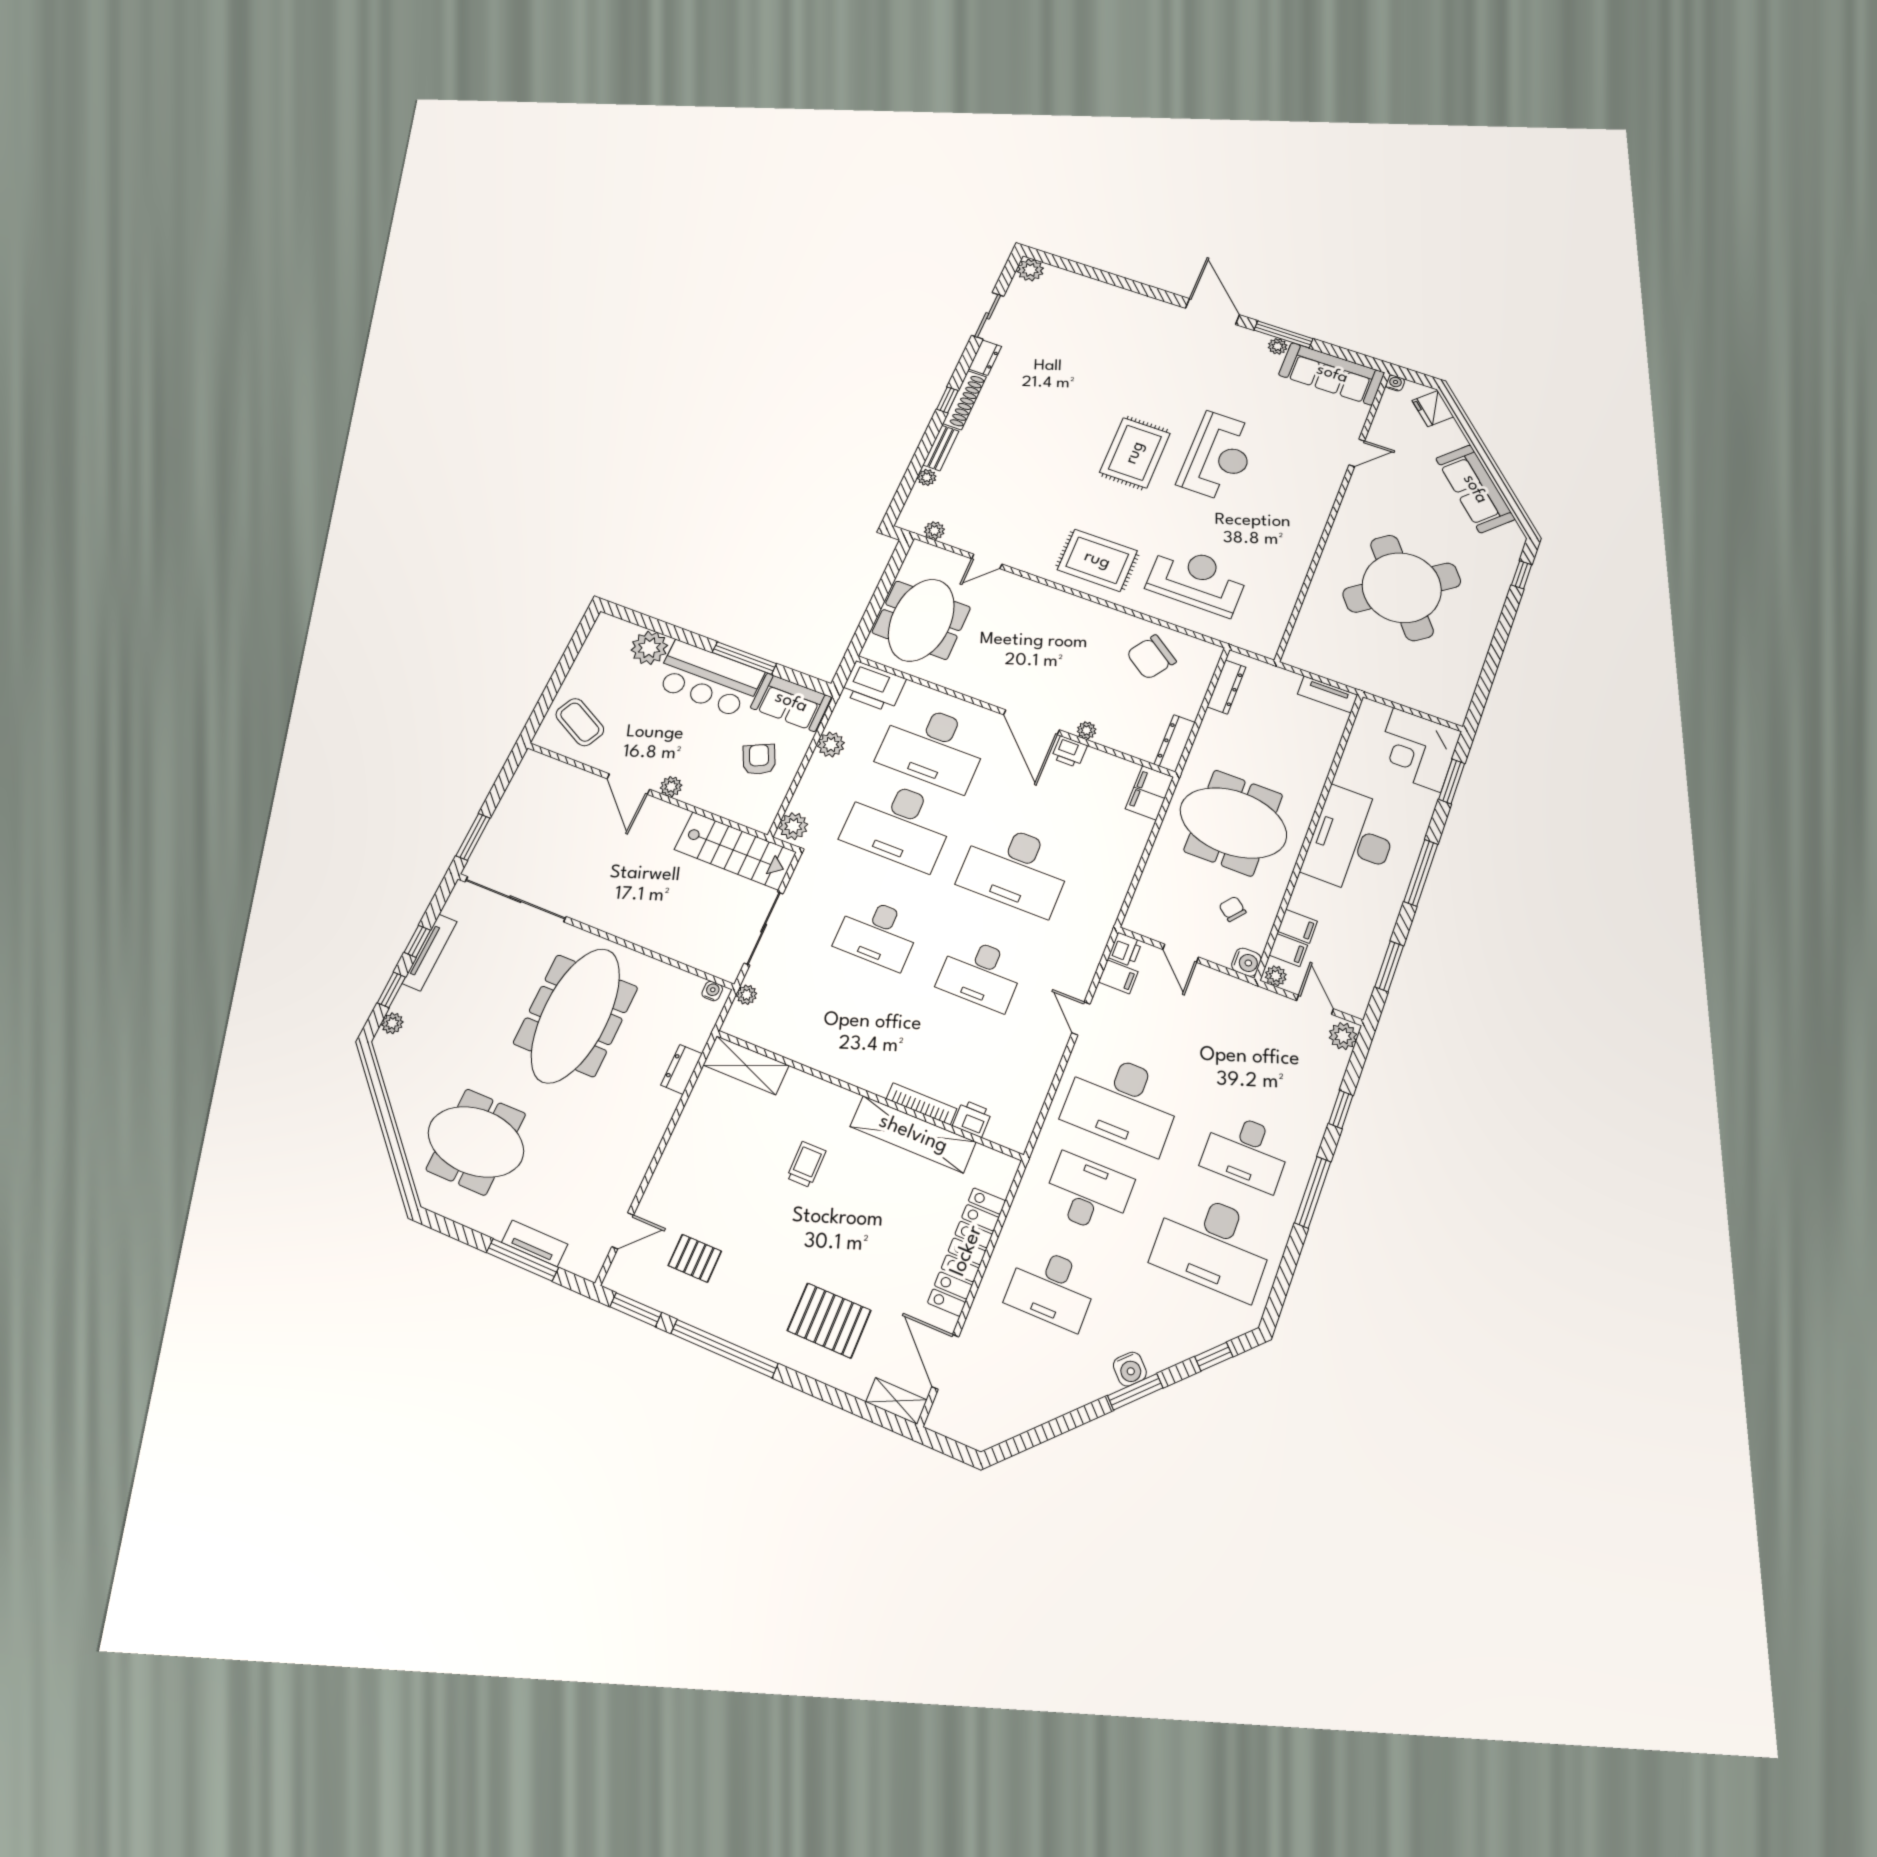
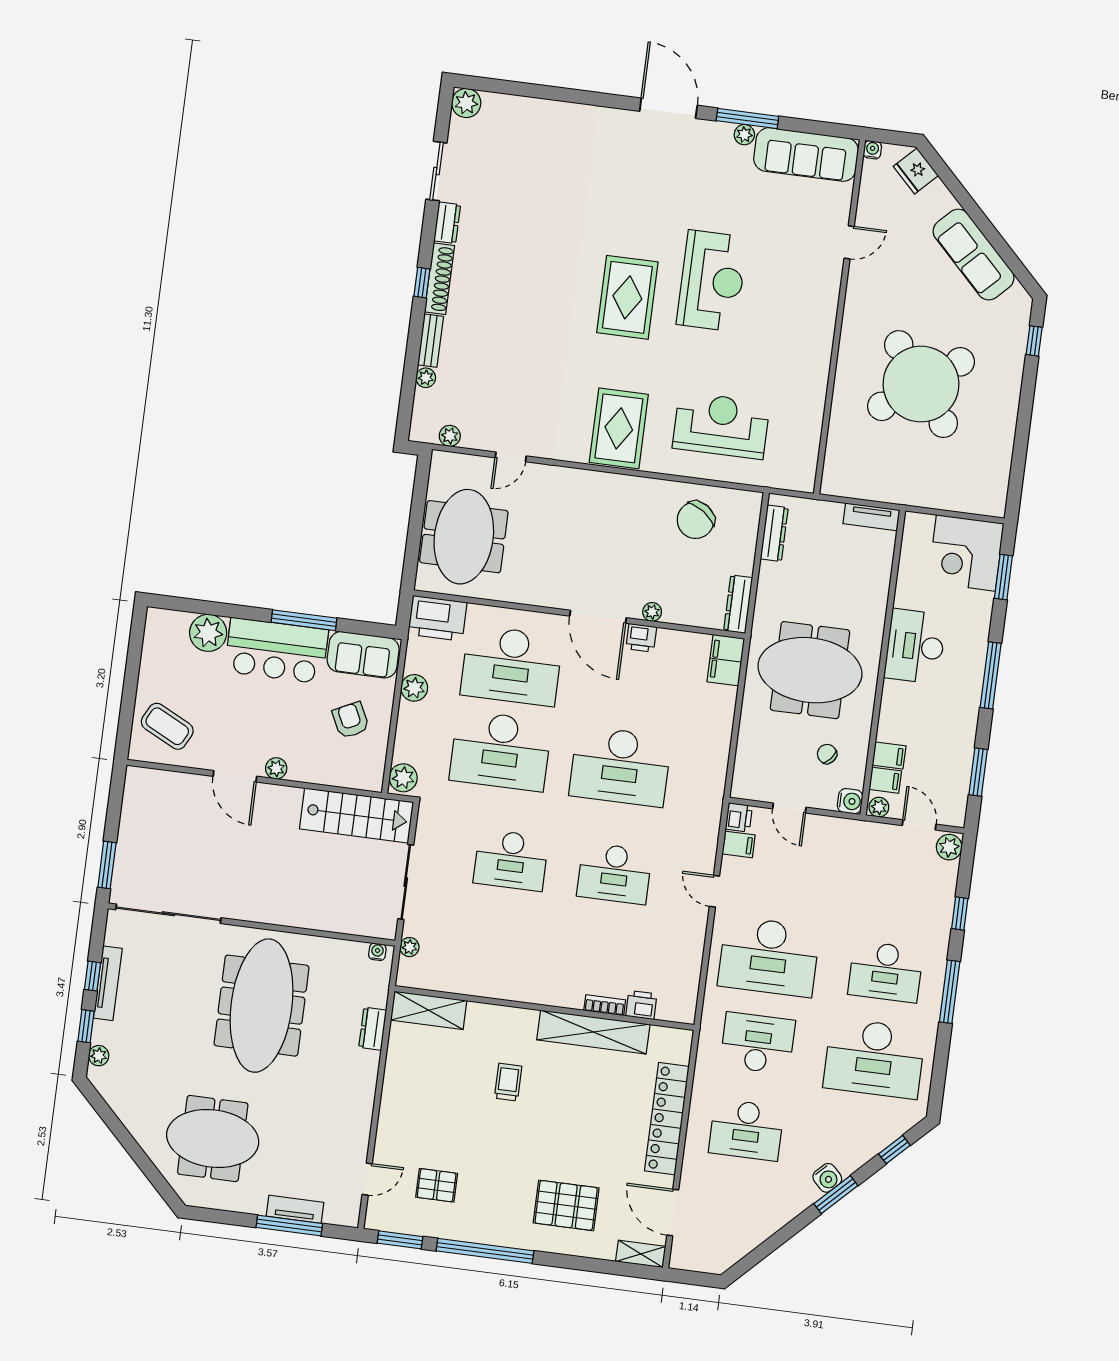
rug: (1097, 560) -> (619, 428), turned 90
desk: (1351, 841) -> (915, 646), width x0.73, depth x0.77
bookcase: (921, 1104) -> (605, 1005), width x0.64

